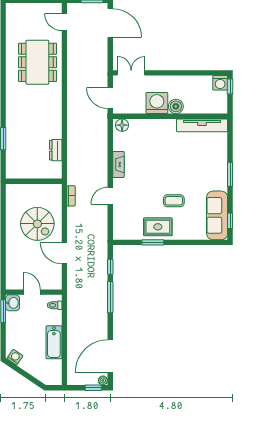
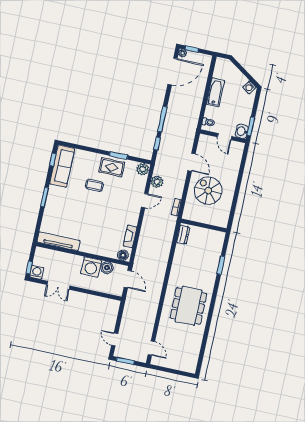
door: (110, 23) -> (115, 339), width x0.53
dining table: (37, 62) -> (188, 306), moved
double door: (131, 73) -> (58, 285), moved
boiler: (176, 106) -> (107, 268), moved
dresser: (56, 150) -> (183, 235), moved
fireplace: (118, 164) -> (130, 236), moved
plant: (100, 221) -> (157, 182), added
plant: (121, 232) -> (143, 169), added

